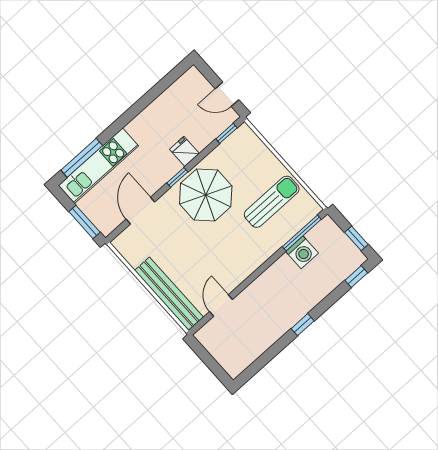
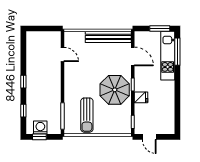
door: (227, 94) -> (149, 137), swing flipped
window: (84, 222) -> (160, 29), moved
washing machine: (302, 252) -> (40, 128), moved, turned 90
window: (356, 277) -> (23, 111), moved
bench: (169, 294) -> (108, 37), moved

